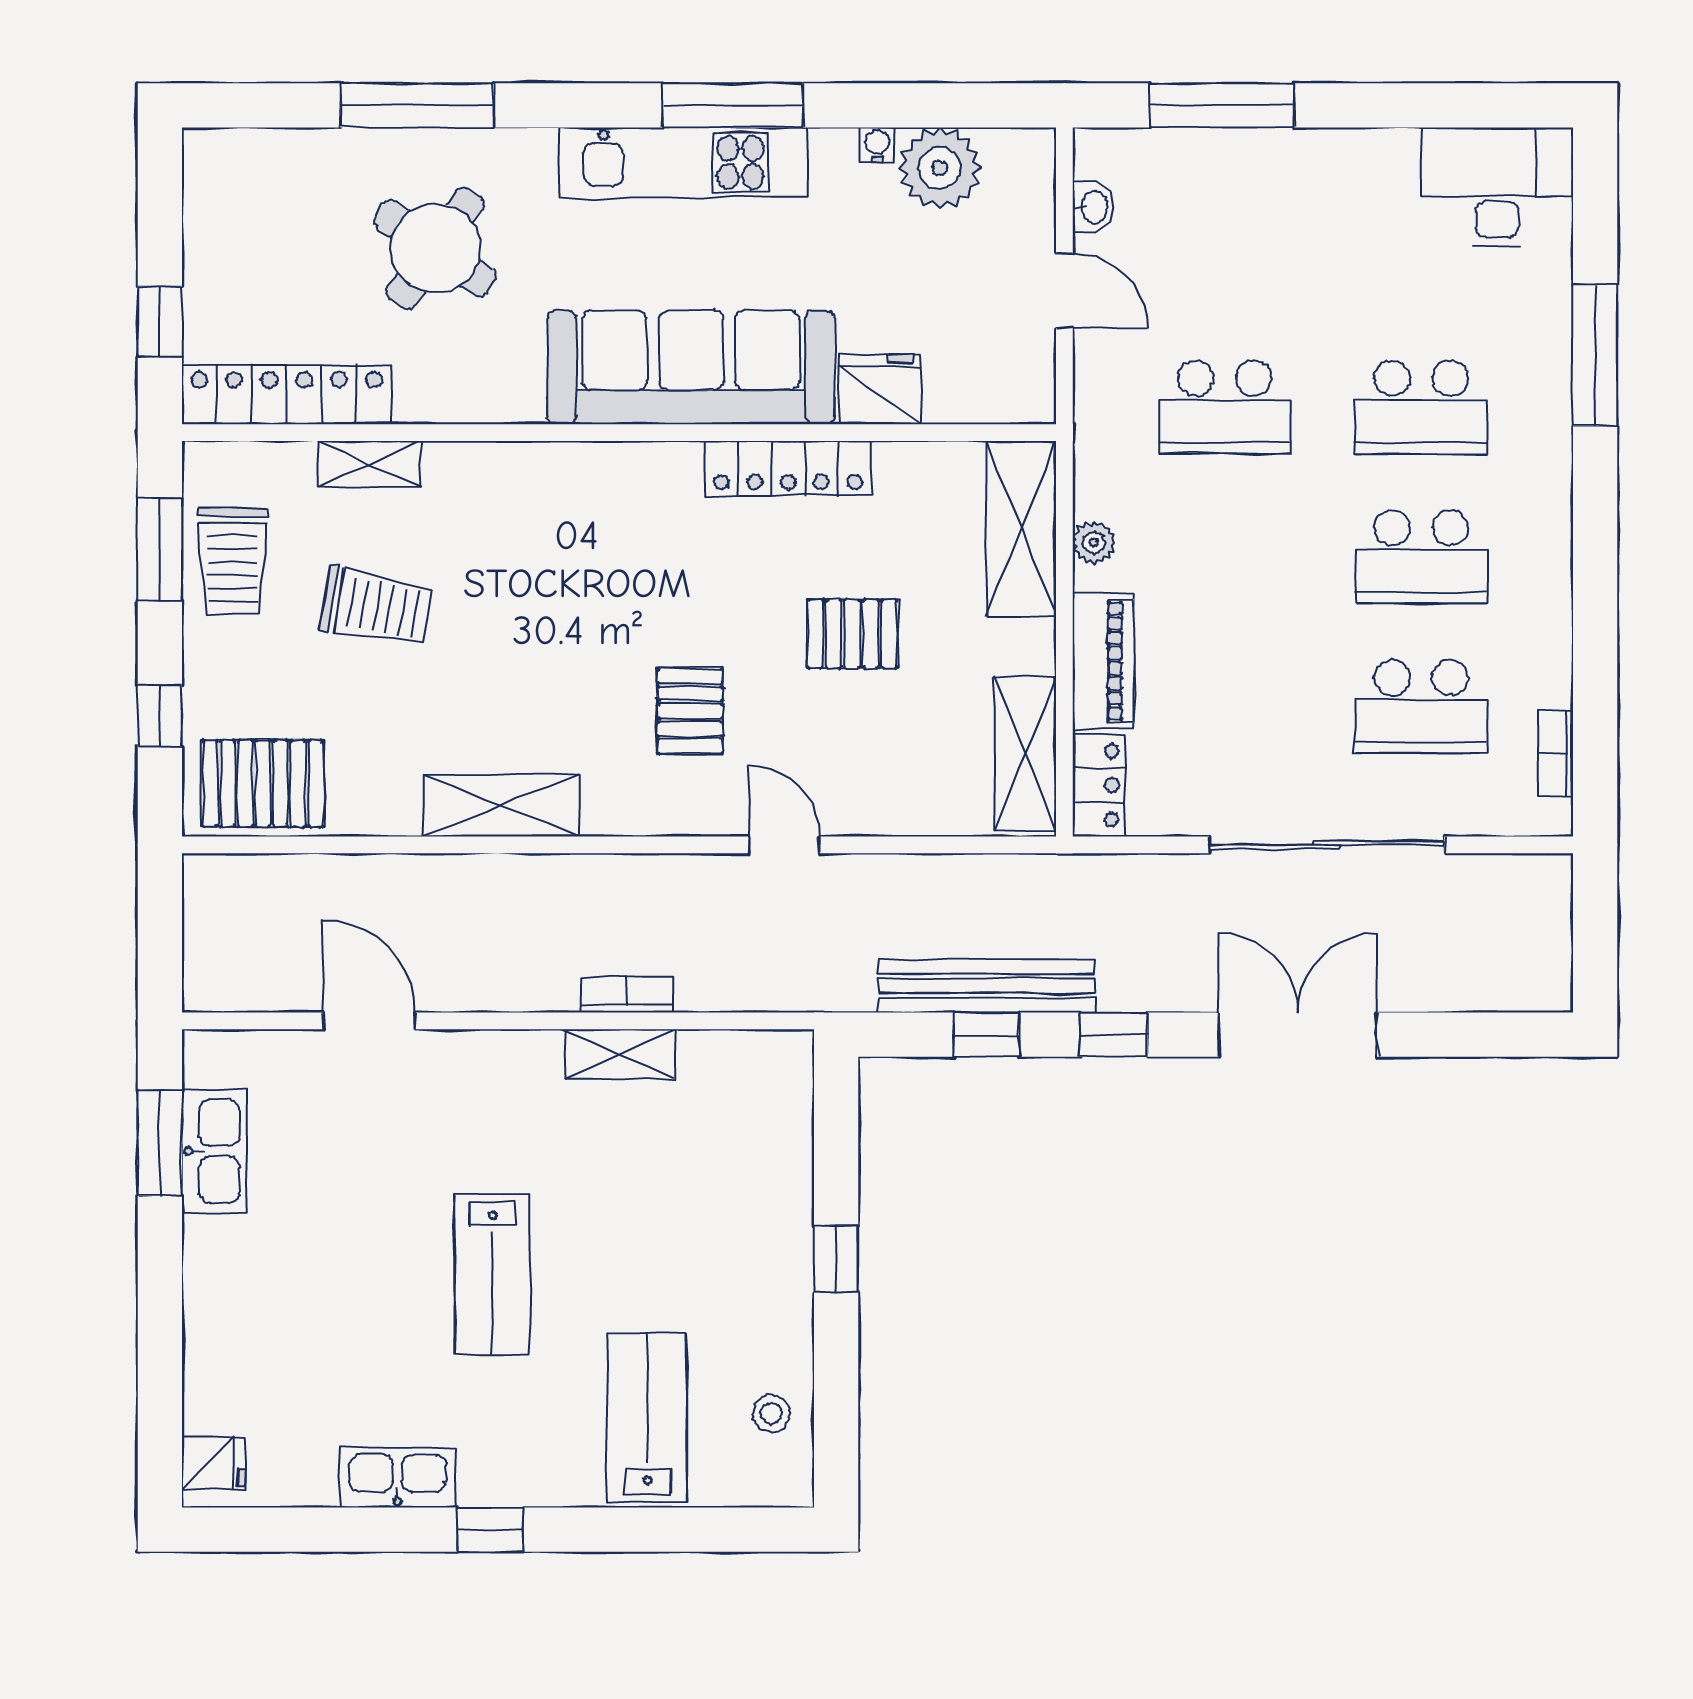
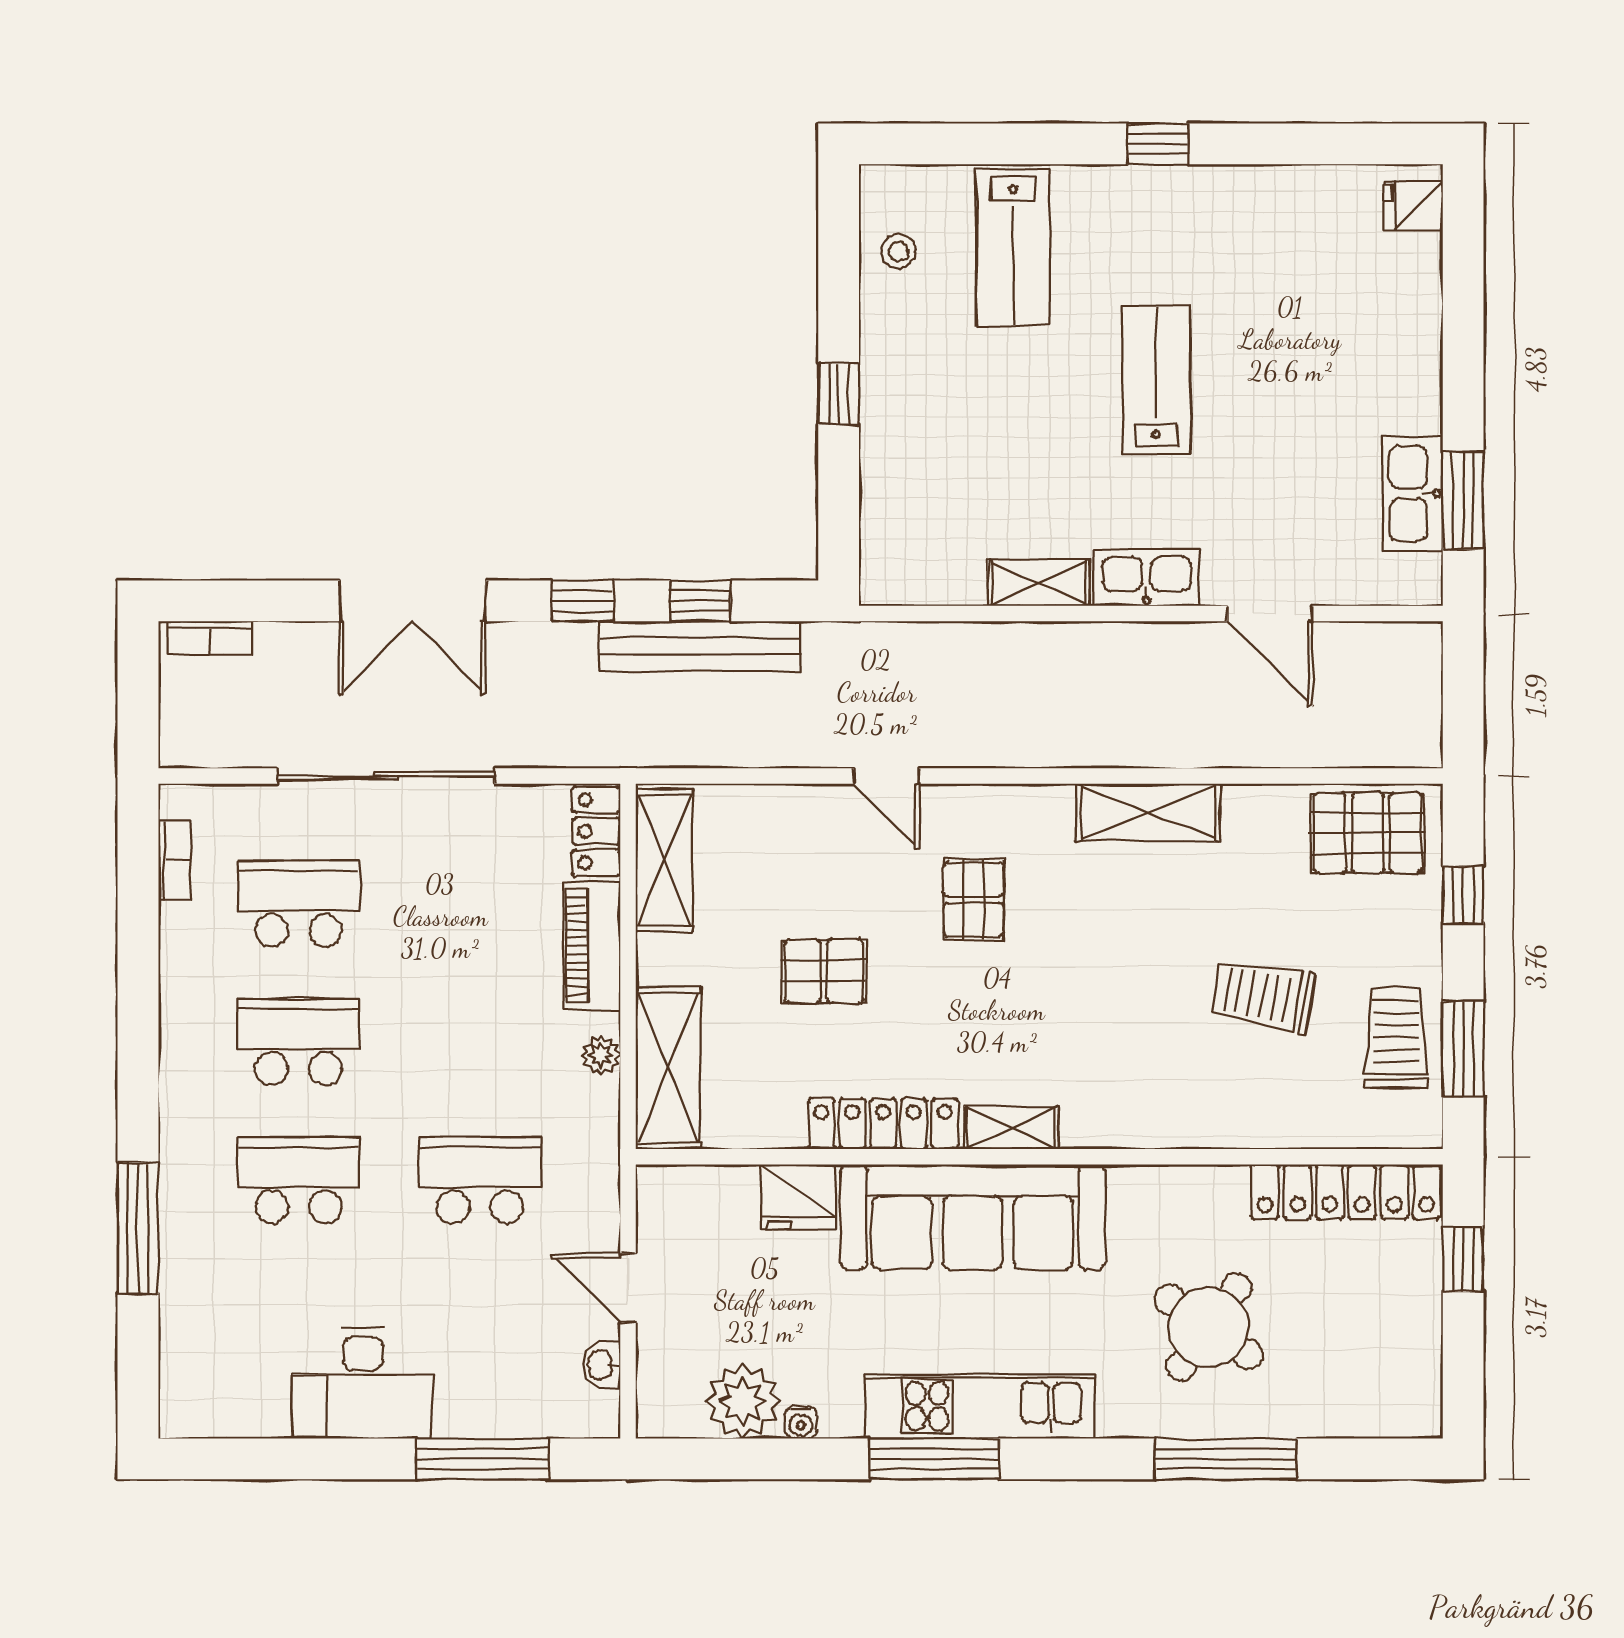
desk: (1497, 187) -> (363, 1383), moved
shelving: (370, 464) -> (1012, 1128), moved
bookcase: (626, 995) -> (210, 638), moved
kitchen sink: (398, 1477) -> (1147, 578), moved, turned 180

